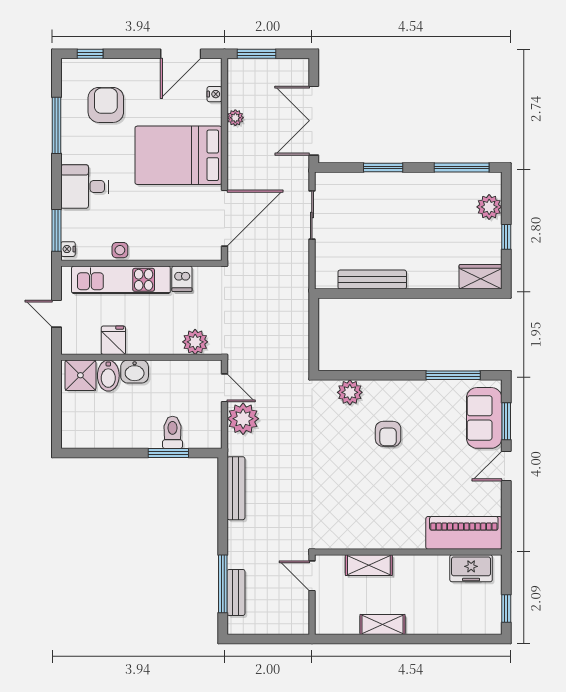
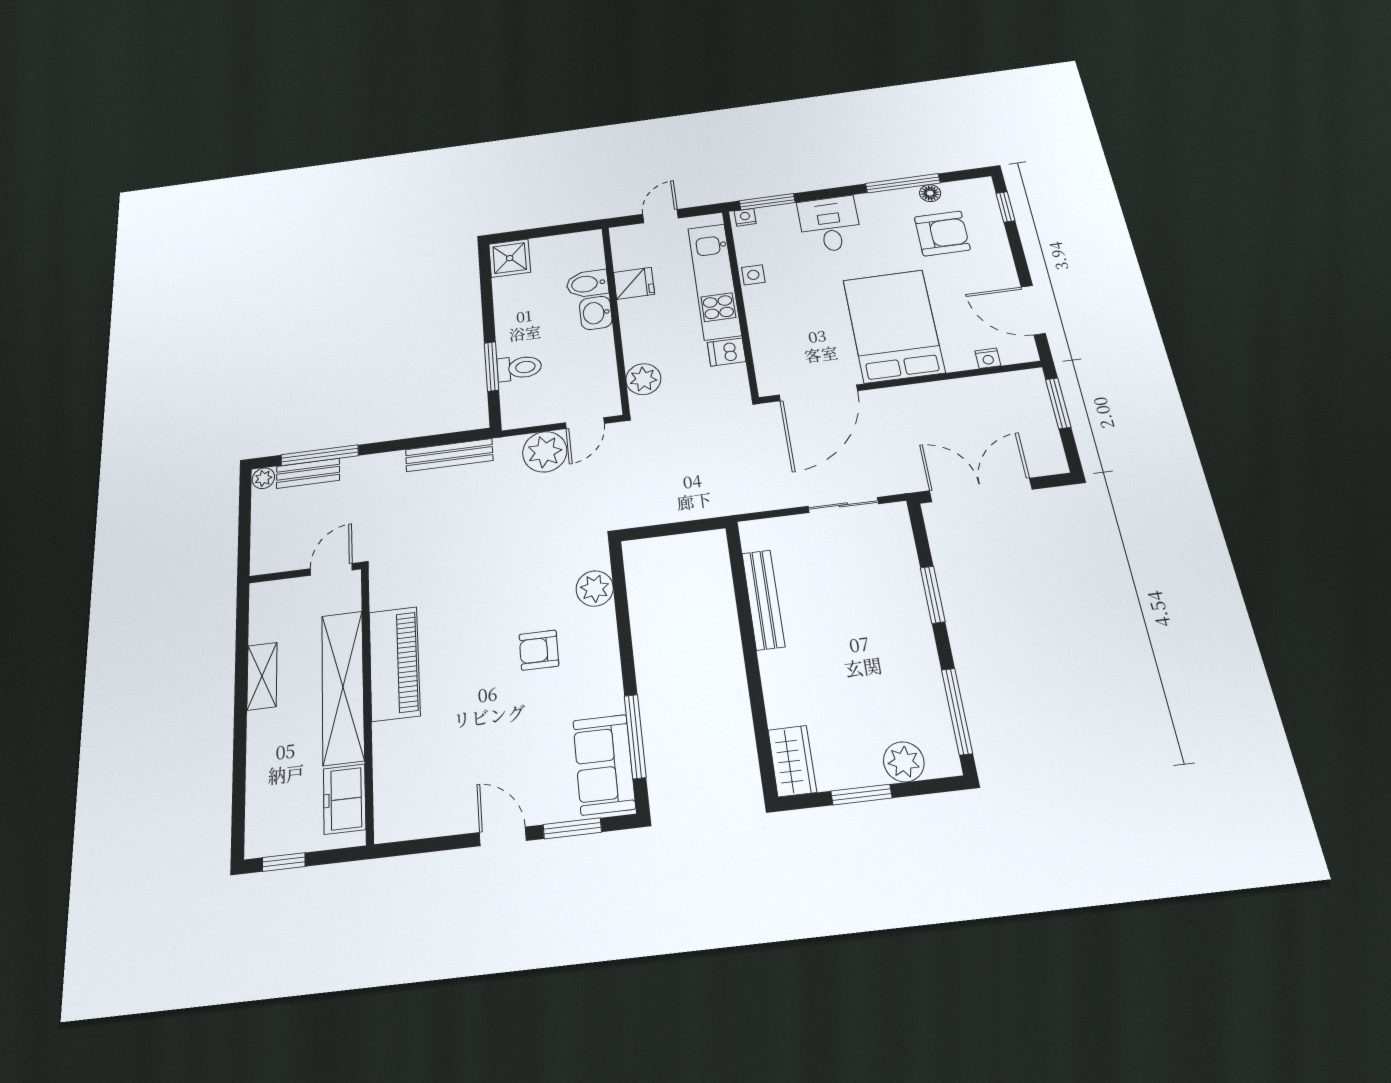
floor lamp: (69, 107) -> (930, 193), added
plant: (235, 118) -> (263, 478), moved
door: (224, 218) -> (818, 393), hinge flipped
window: (506, 237) -> (861, 795), width x1.50
shower: (80, 375) -> (510, 258), moved
sofa: (484, 418) -> (604, 764), moved, turned -90
piano: (464, 533) -> (394, 663), moved
shelving: (369, 565) -> (343, 687), width x2.20, depth x1.33

